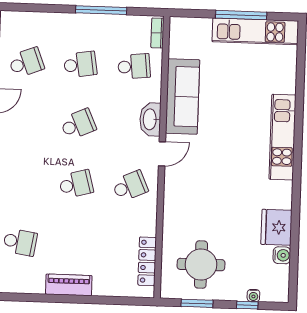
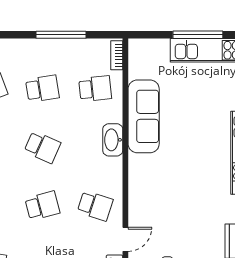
school desk: (78, 124) -> (42, 147), turned 48
door: (162, 154) -> (125, 239), moved
school desk: (130, 186) -> (95, 206), turned 42

